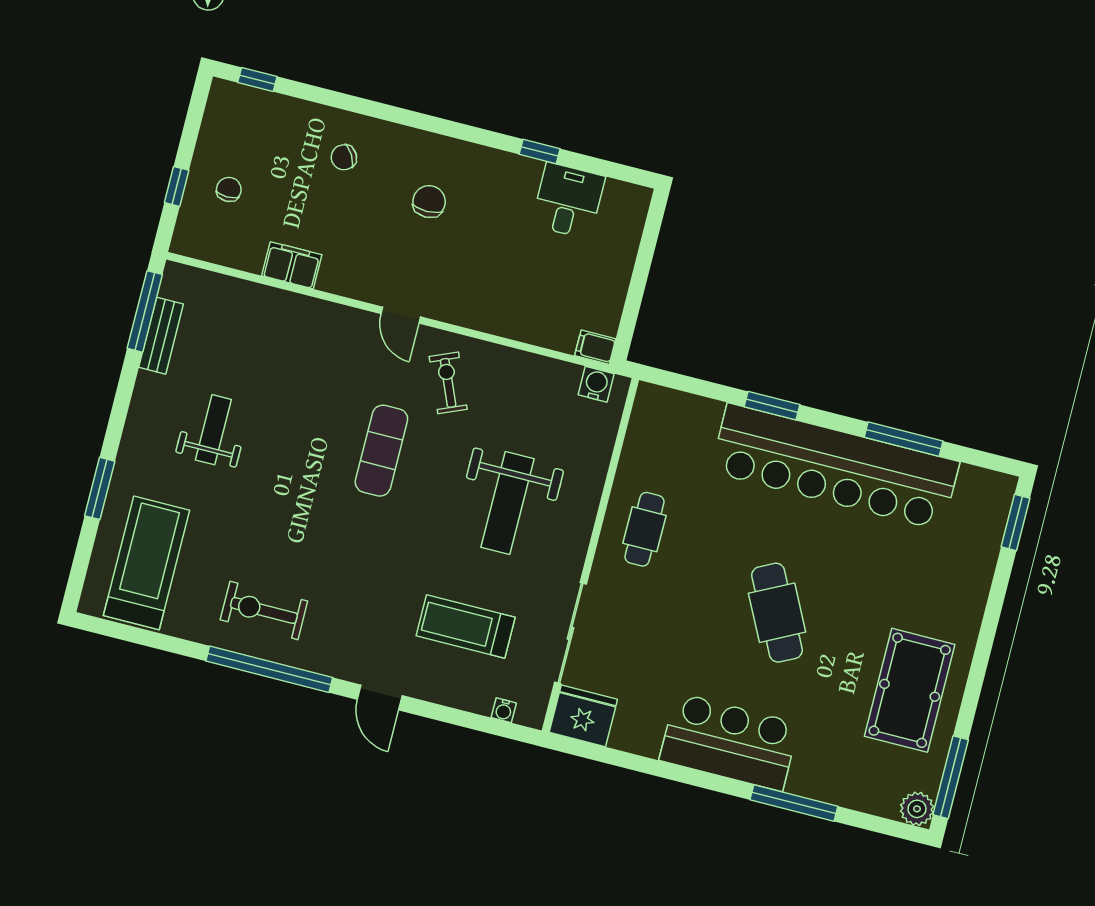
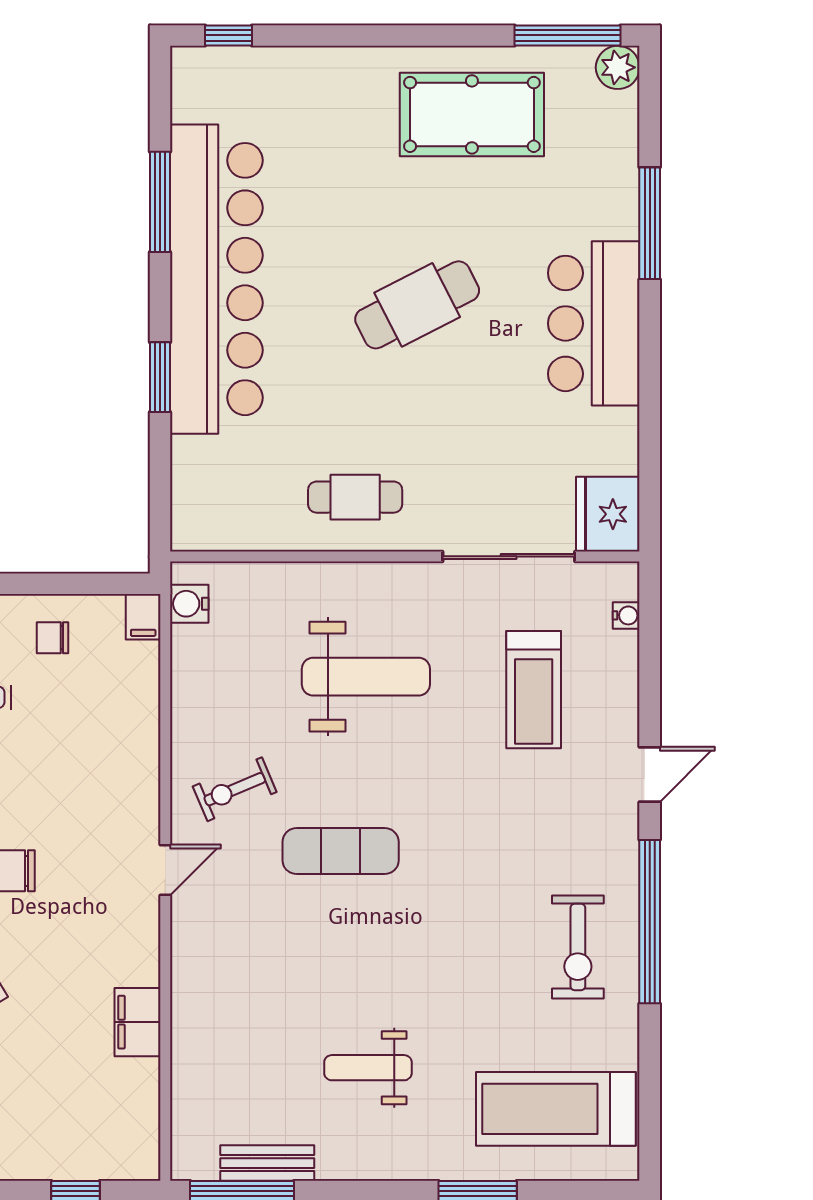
chair: (229, 189) -> (53, 638), moved
window: (1016, 523) -> (228, 35), width x0.67

